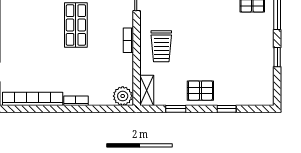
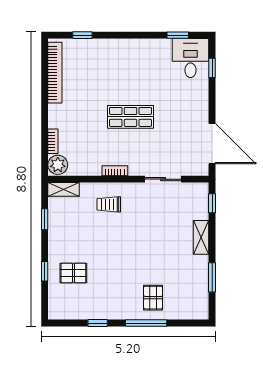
trolley: (161, 46) -> (109, 204), width x0.73, depth x0.72
pallet: (200, 91) -> (73, 273), moved, turned 90
bookcase: (76, 101) -> (53, 141), moved

